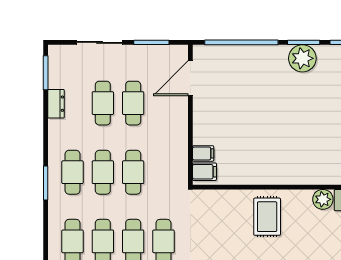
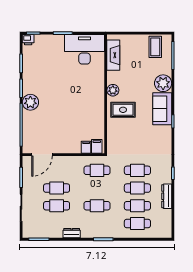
plant: (302, 58) -> (30, 102), moved
door: (190, 78) -> (42, 155), hinge flipped
dresser: (56, 104) -> (72, 233), moved
cafe table: (73, 172) -> (97, 224), removed
cafe table: (133, 172) -> (97, 170), moved
plant: (323, 199) -> (113, 90), moved

